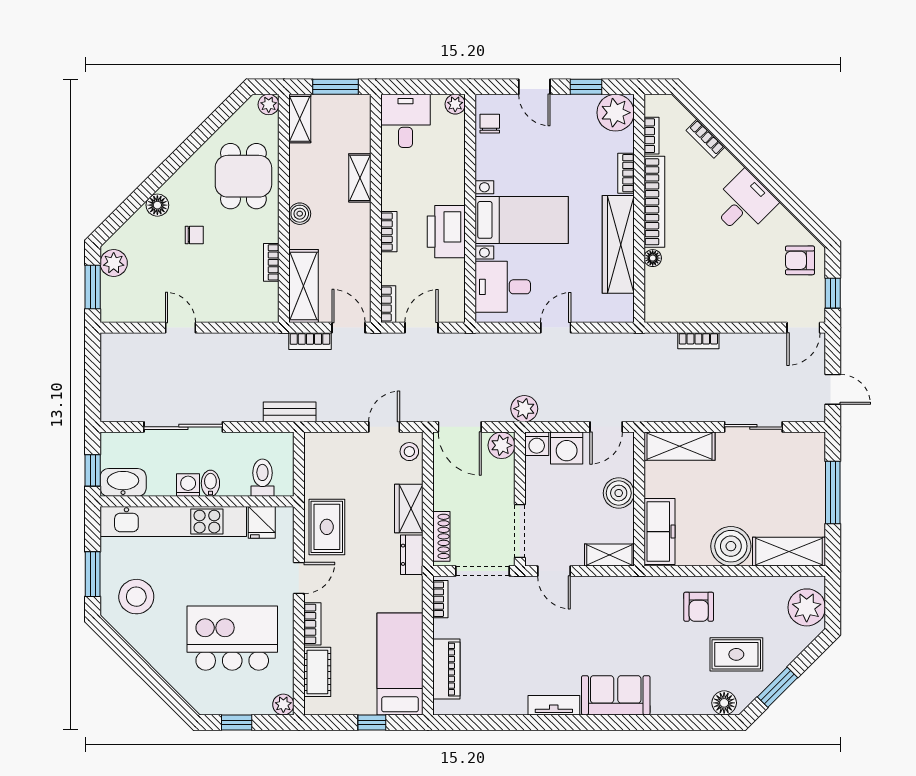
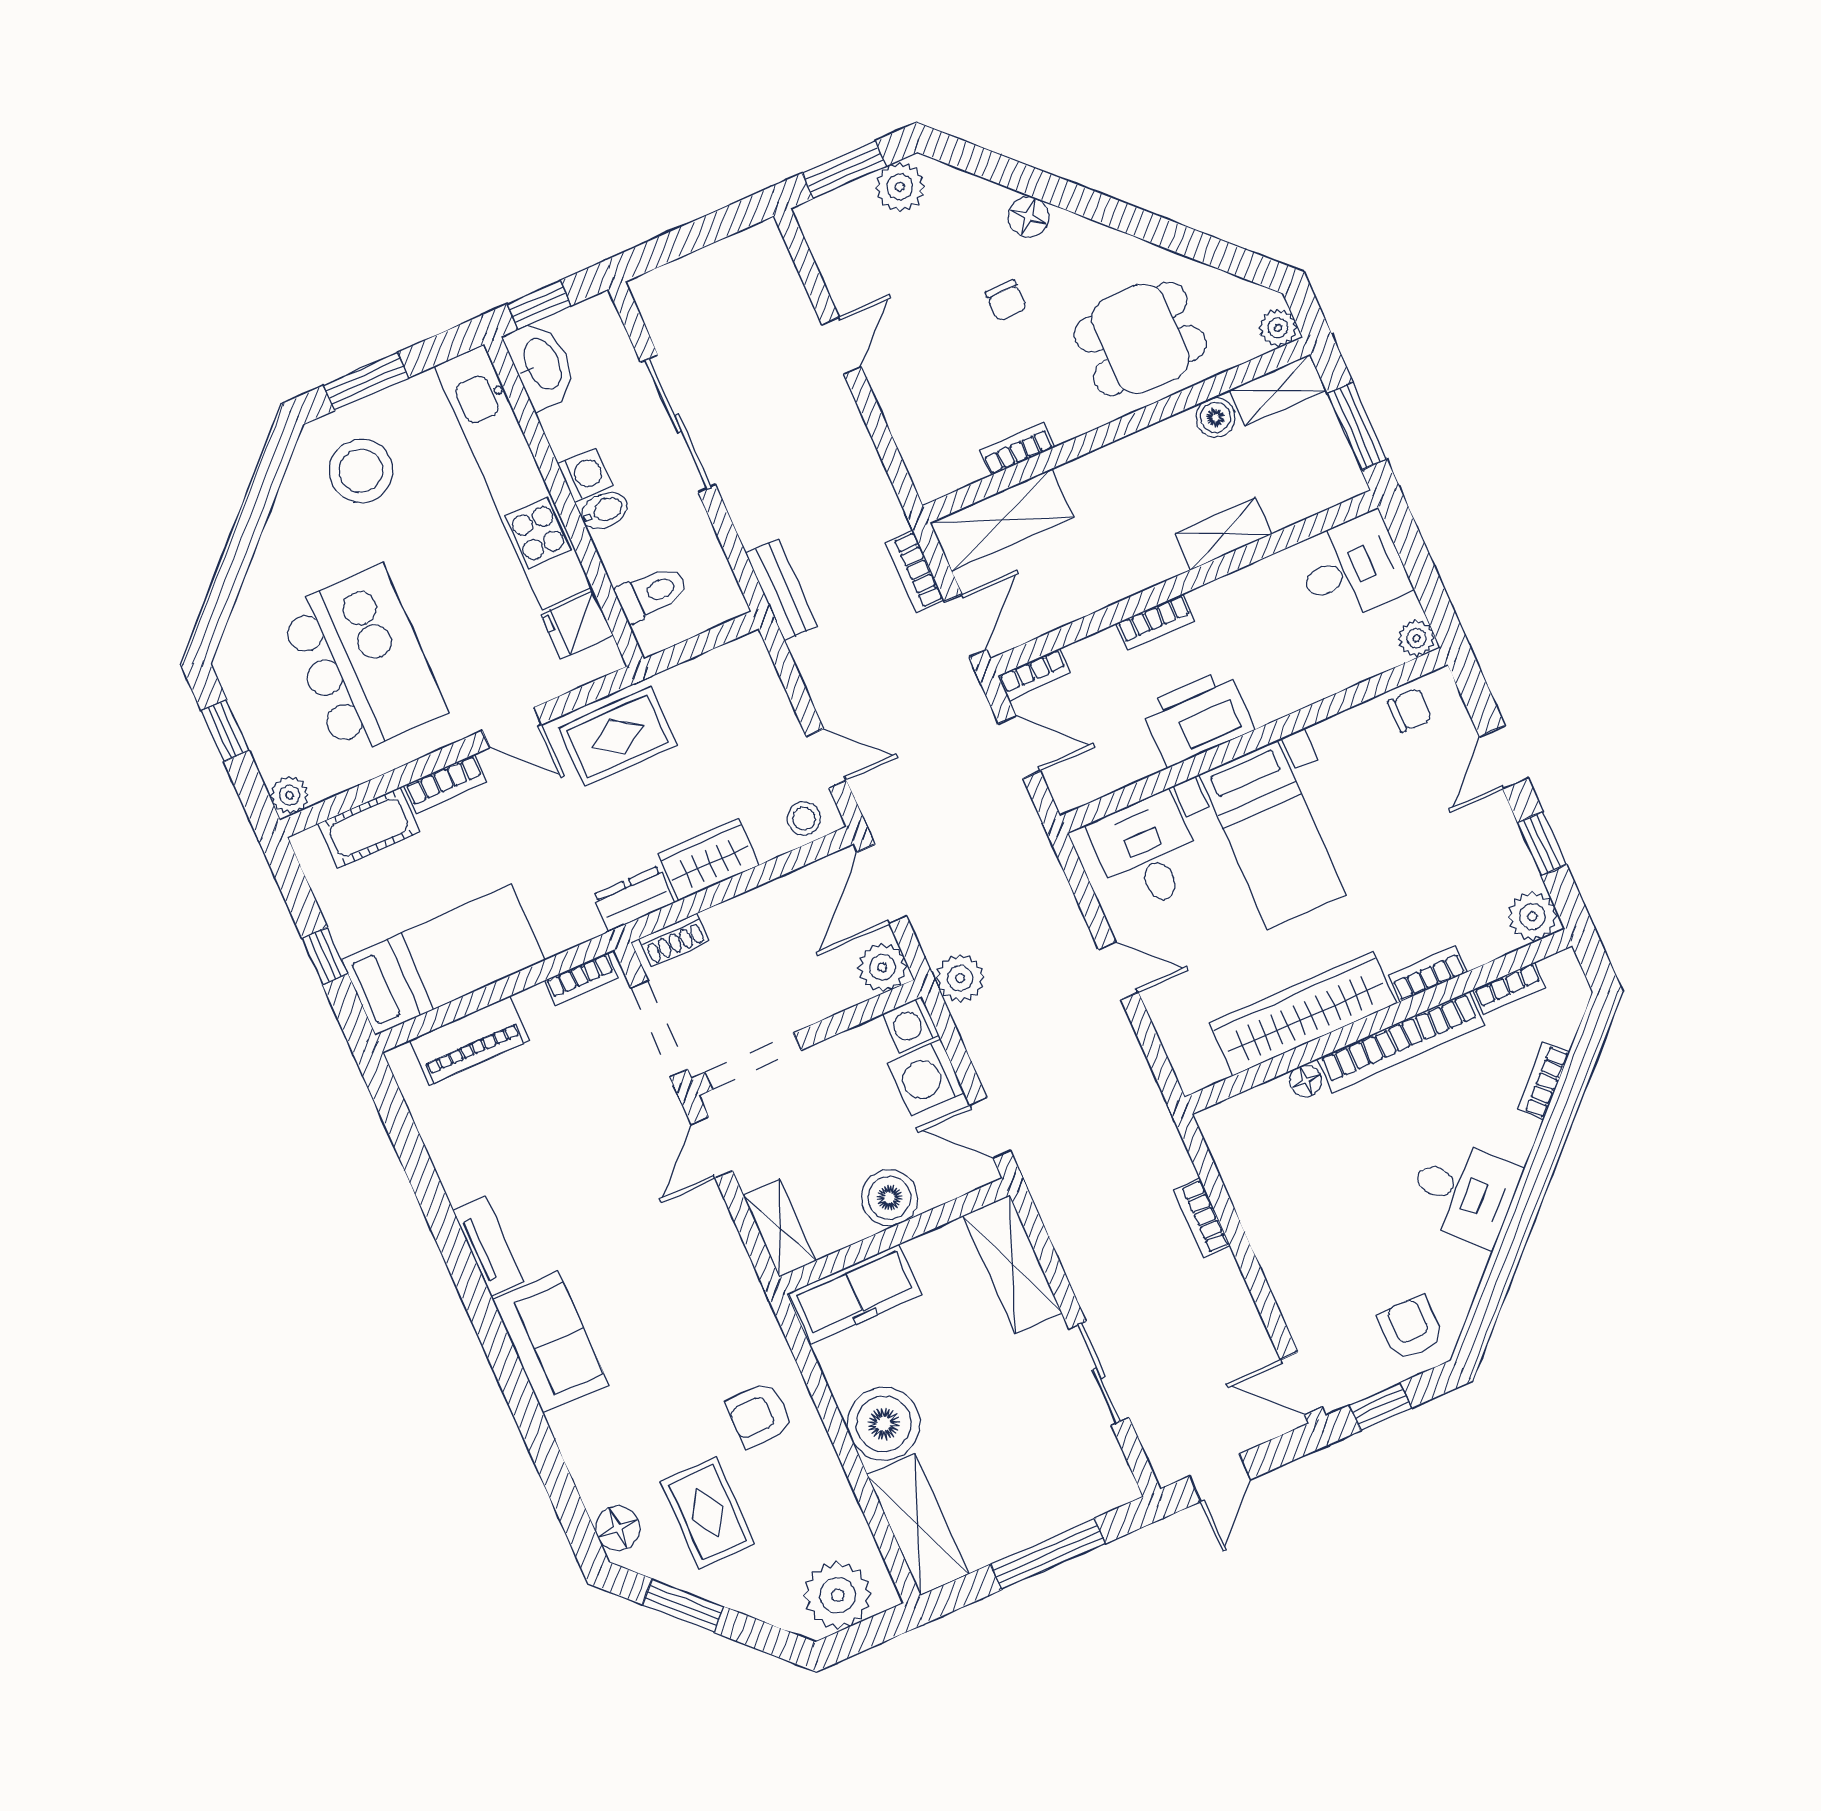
plant: (616, 113) -> (1532, 916), width x0.73, depth x0.73
boiler: (300, 214) -> (1216, 418), moved
shoe rack: (441, 536) -> (674, 940), width x0.70

